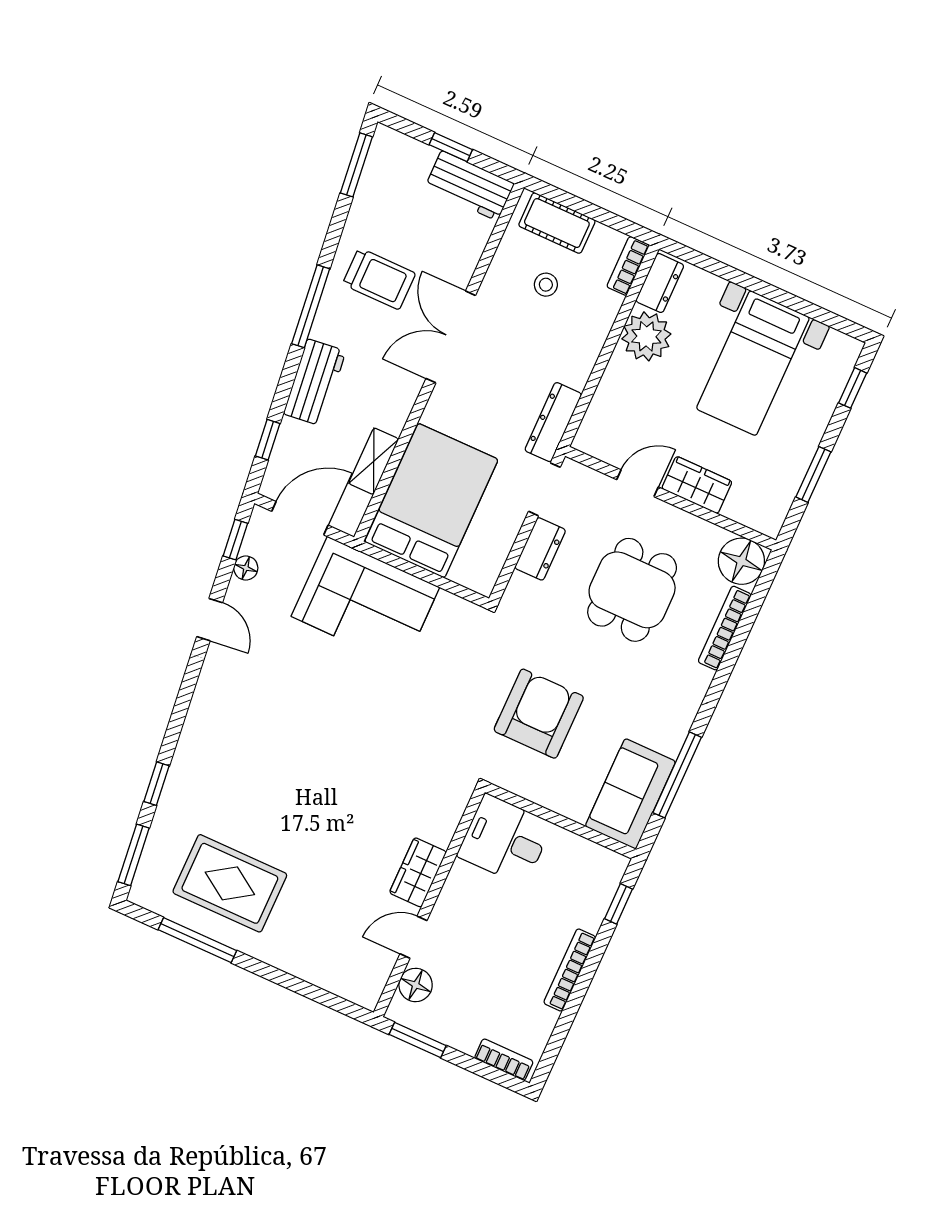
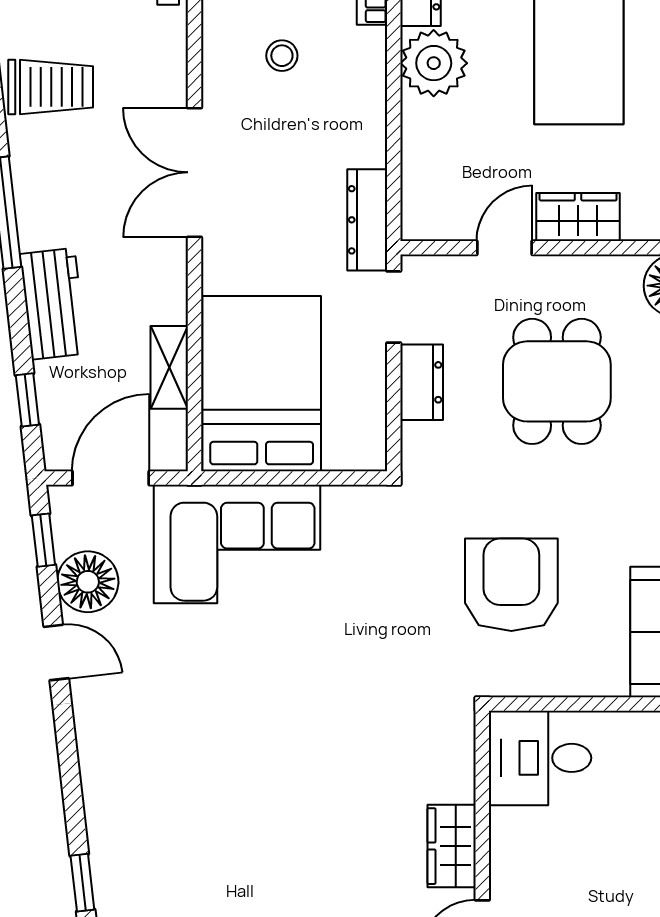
trolley: (379, 279) -> (51, 87), moved
floor lamp: (246, 568) -> (88, 582), width x1.89, depth x1.89

